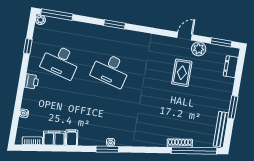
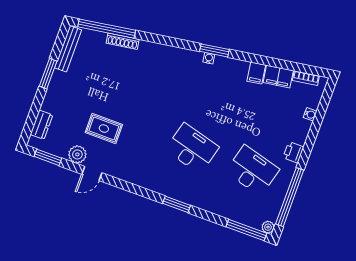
window: (28, 46) -> (290, 197), width x3.17
rug: (182, 73) -> (104, 129), turned 90

